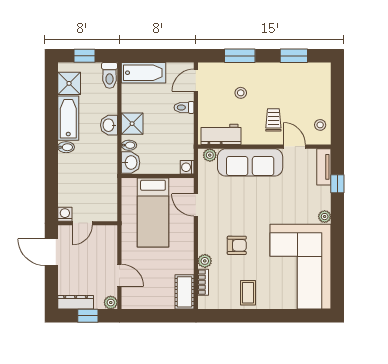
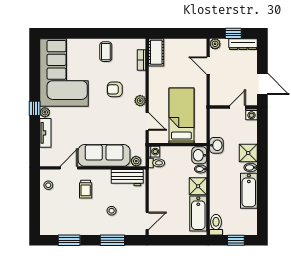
bathtub: (143, 73) -> (198, 213), moved, turned -90
shower: (69, 83) -> (248, 153), moved
toilet: (184, 107) -> (157, 163), moved
washbasin: (109, 125) -> (216, 145), moved
door: (294, 147) -> (69, 168), swing flipped
tv unit: (324, 167) -> (45, 133), moved
window: (337, 184) -> (35, 108), moved
plant: (205, 261) -> (140, 101), moved

